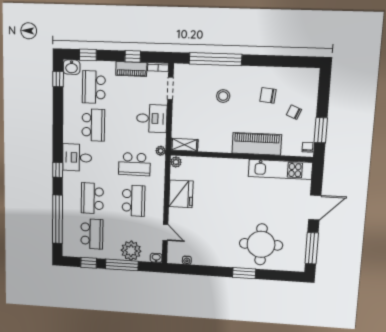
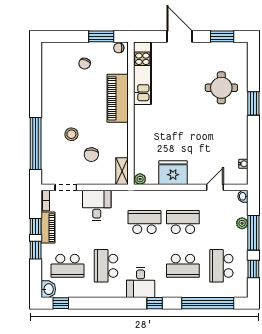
window: (88, 55) -> (36, 250), moved
chair: (268, 95) -> (91, 155), moved
school desk: (93, 125) -> (106, 266), turned -90
plant: (161, 151) -> (129, 195), removed
school desk: (134, 164) -> (144, 222), turned -90
school desk: (92, 234) -> (221, 266), turned -90
round table: (261, 244) -> (221, 88), width x0.73, depth x0.73
window: (312, 248) -> (222, 36), width x0.69
plant: (131, 251) -> (242, 223), width x0.53, depth x0.53

